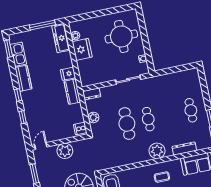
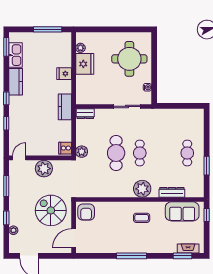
freezer: (61, 38) -> (64, 47), removed
fridge: (68, 74) -> (64, 74), moved
plant: (93, 117) -> (82, 152), moved

